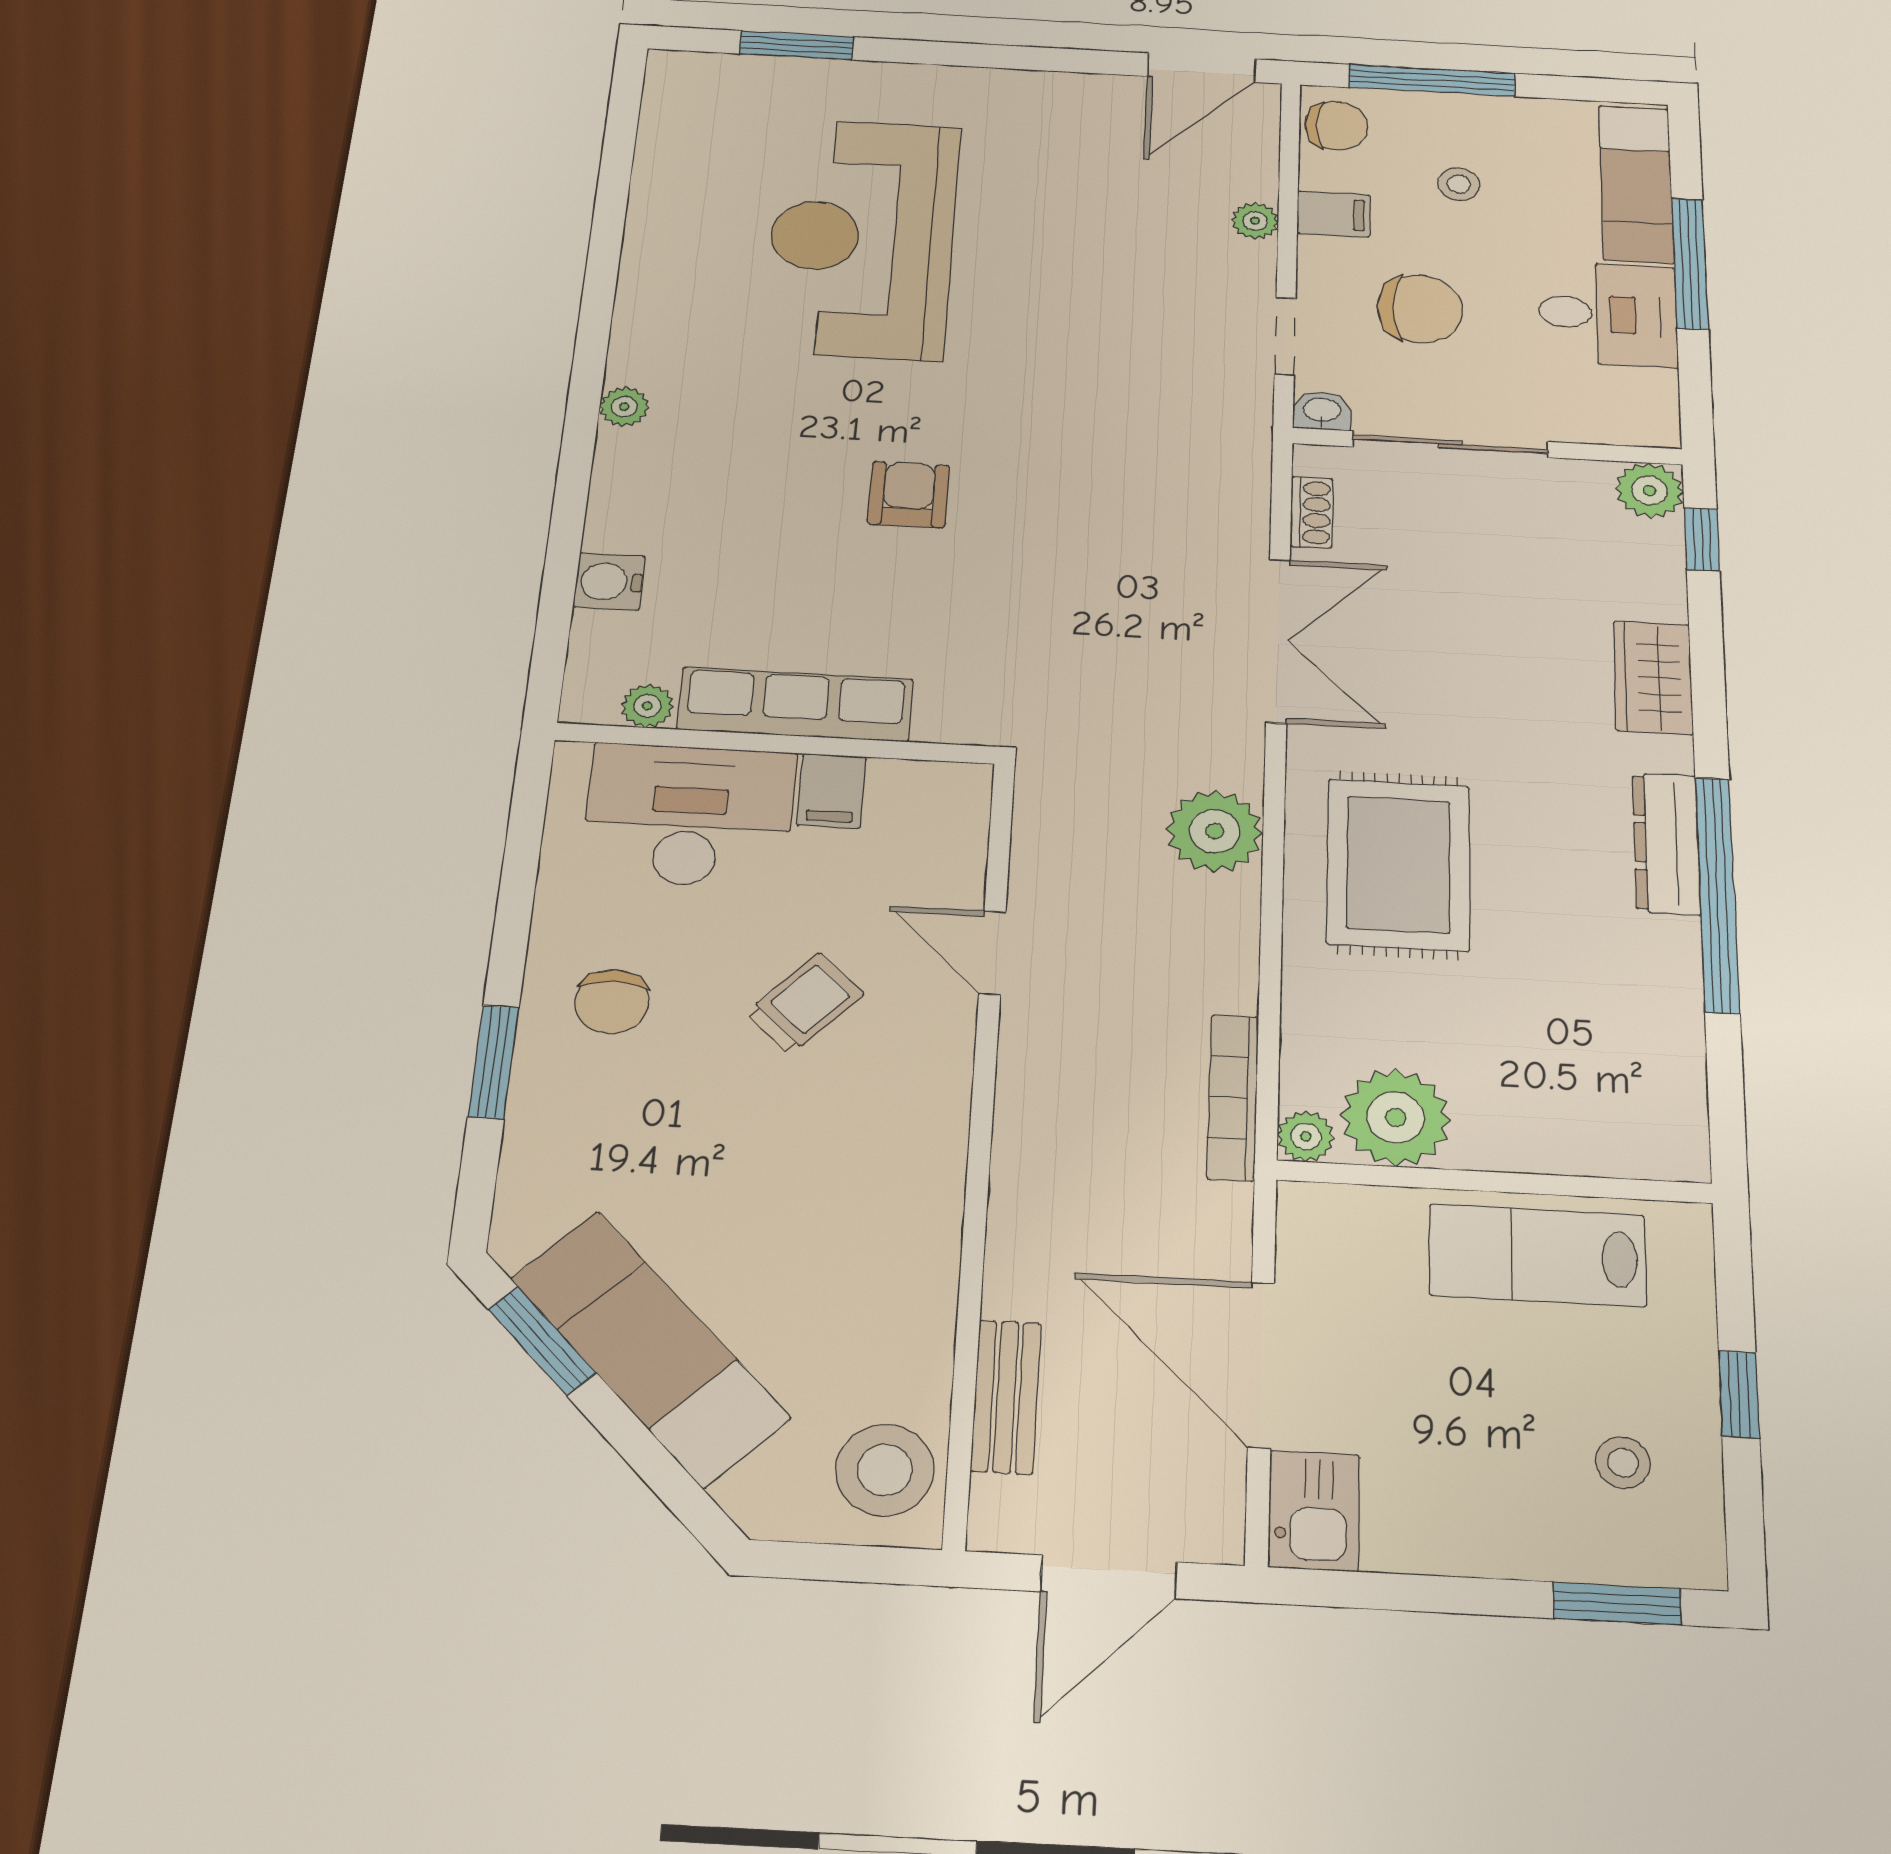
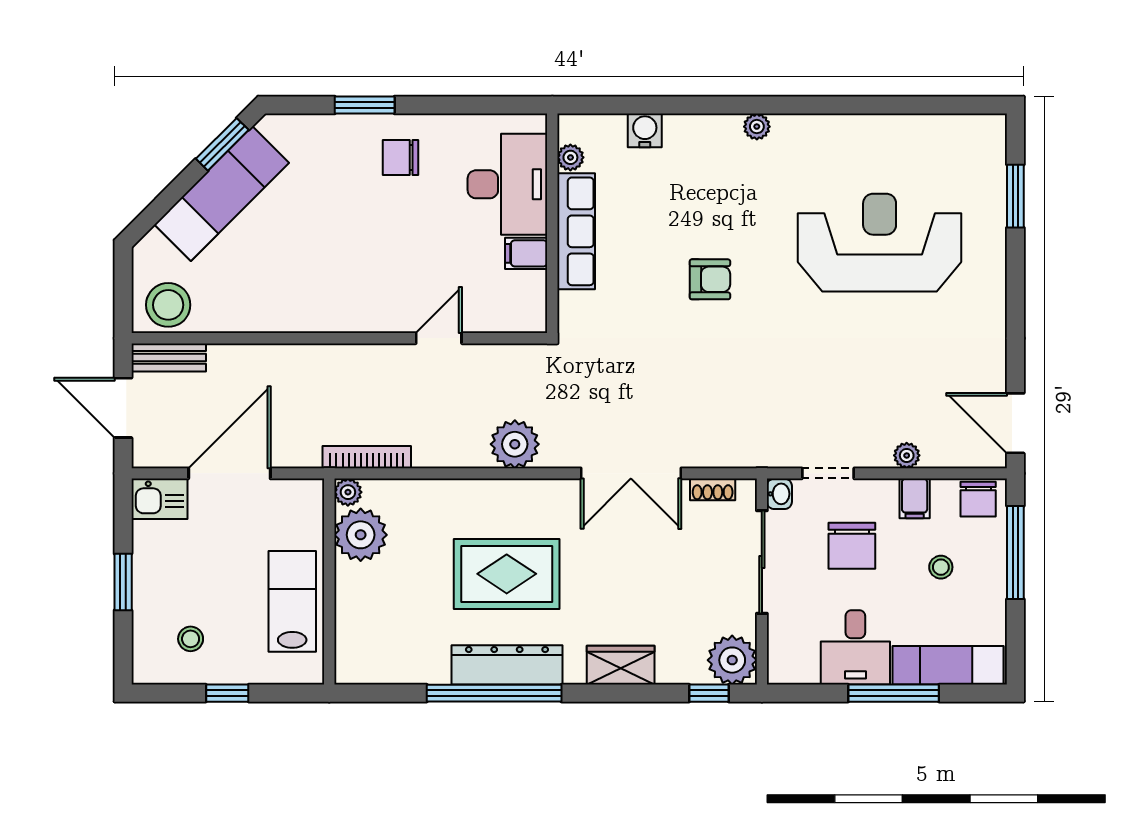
plant: (1649, 490) -> (732, 660), width x1.36, depth x1.36
dresser: (1666, 843) -> (507, 665), width x1.37, depth x1.24
rug: (1398, 864) -> (507, 574), moved
trolley: (805, 1003) -> (405, 250), removed
bench: (1006, 1397) -> (169, 357), moved
window: (1617, 1604) -> (123, 582), moved

